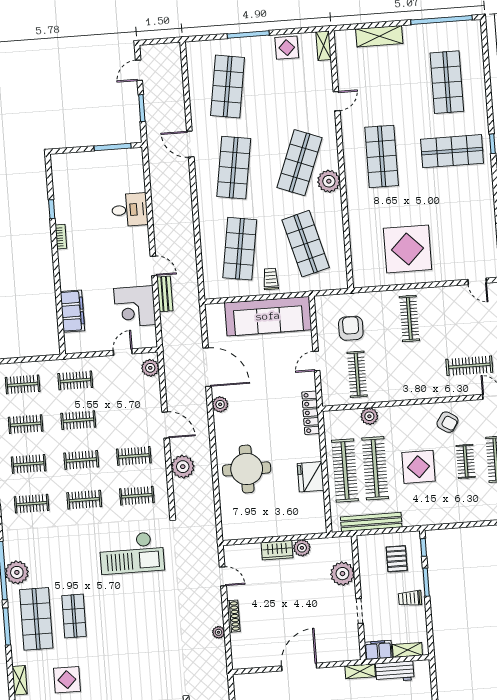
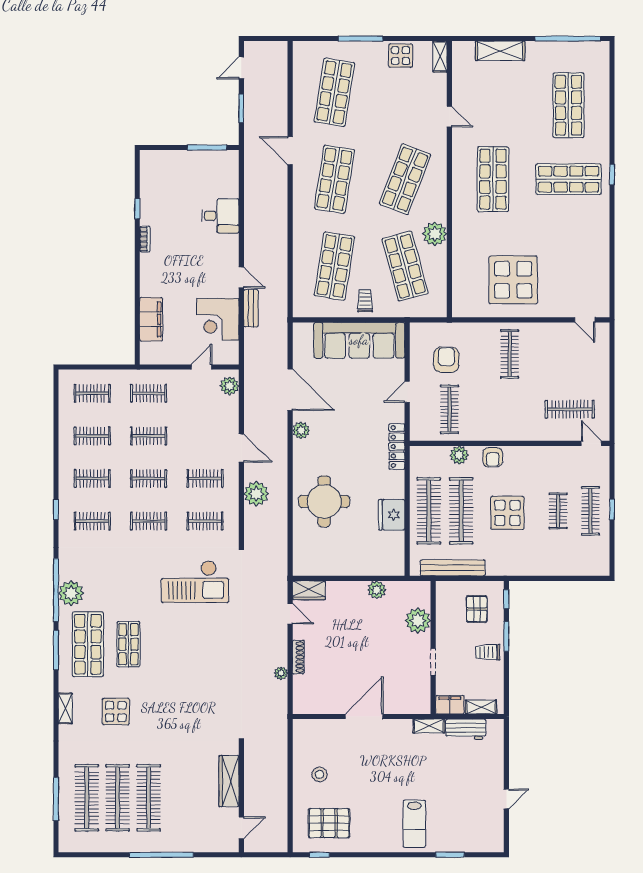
door: (337, 101) -> (449, 117), hinge flipped
plant: (329, 181) -> (435, 234), moved
armchair: (447, 422) -> (493, 457), moved, turned 57
wardrobe: (277, 550) -> (309, 590), moved

